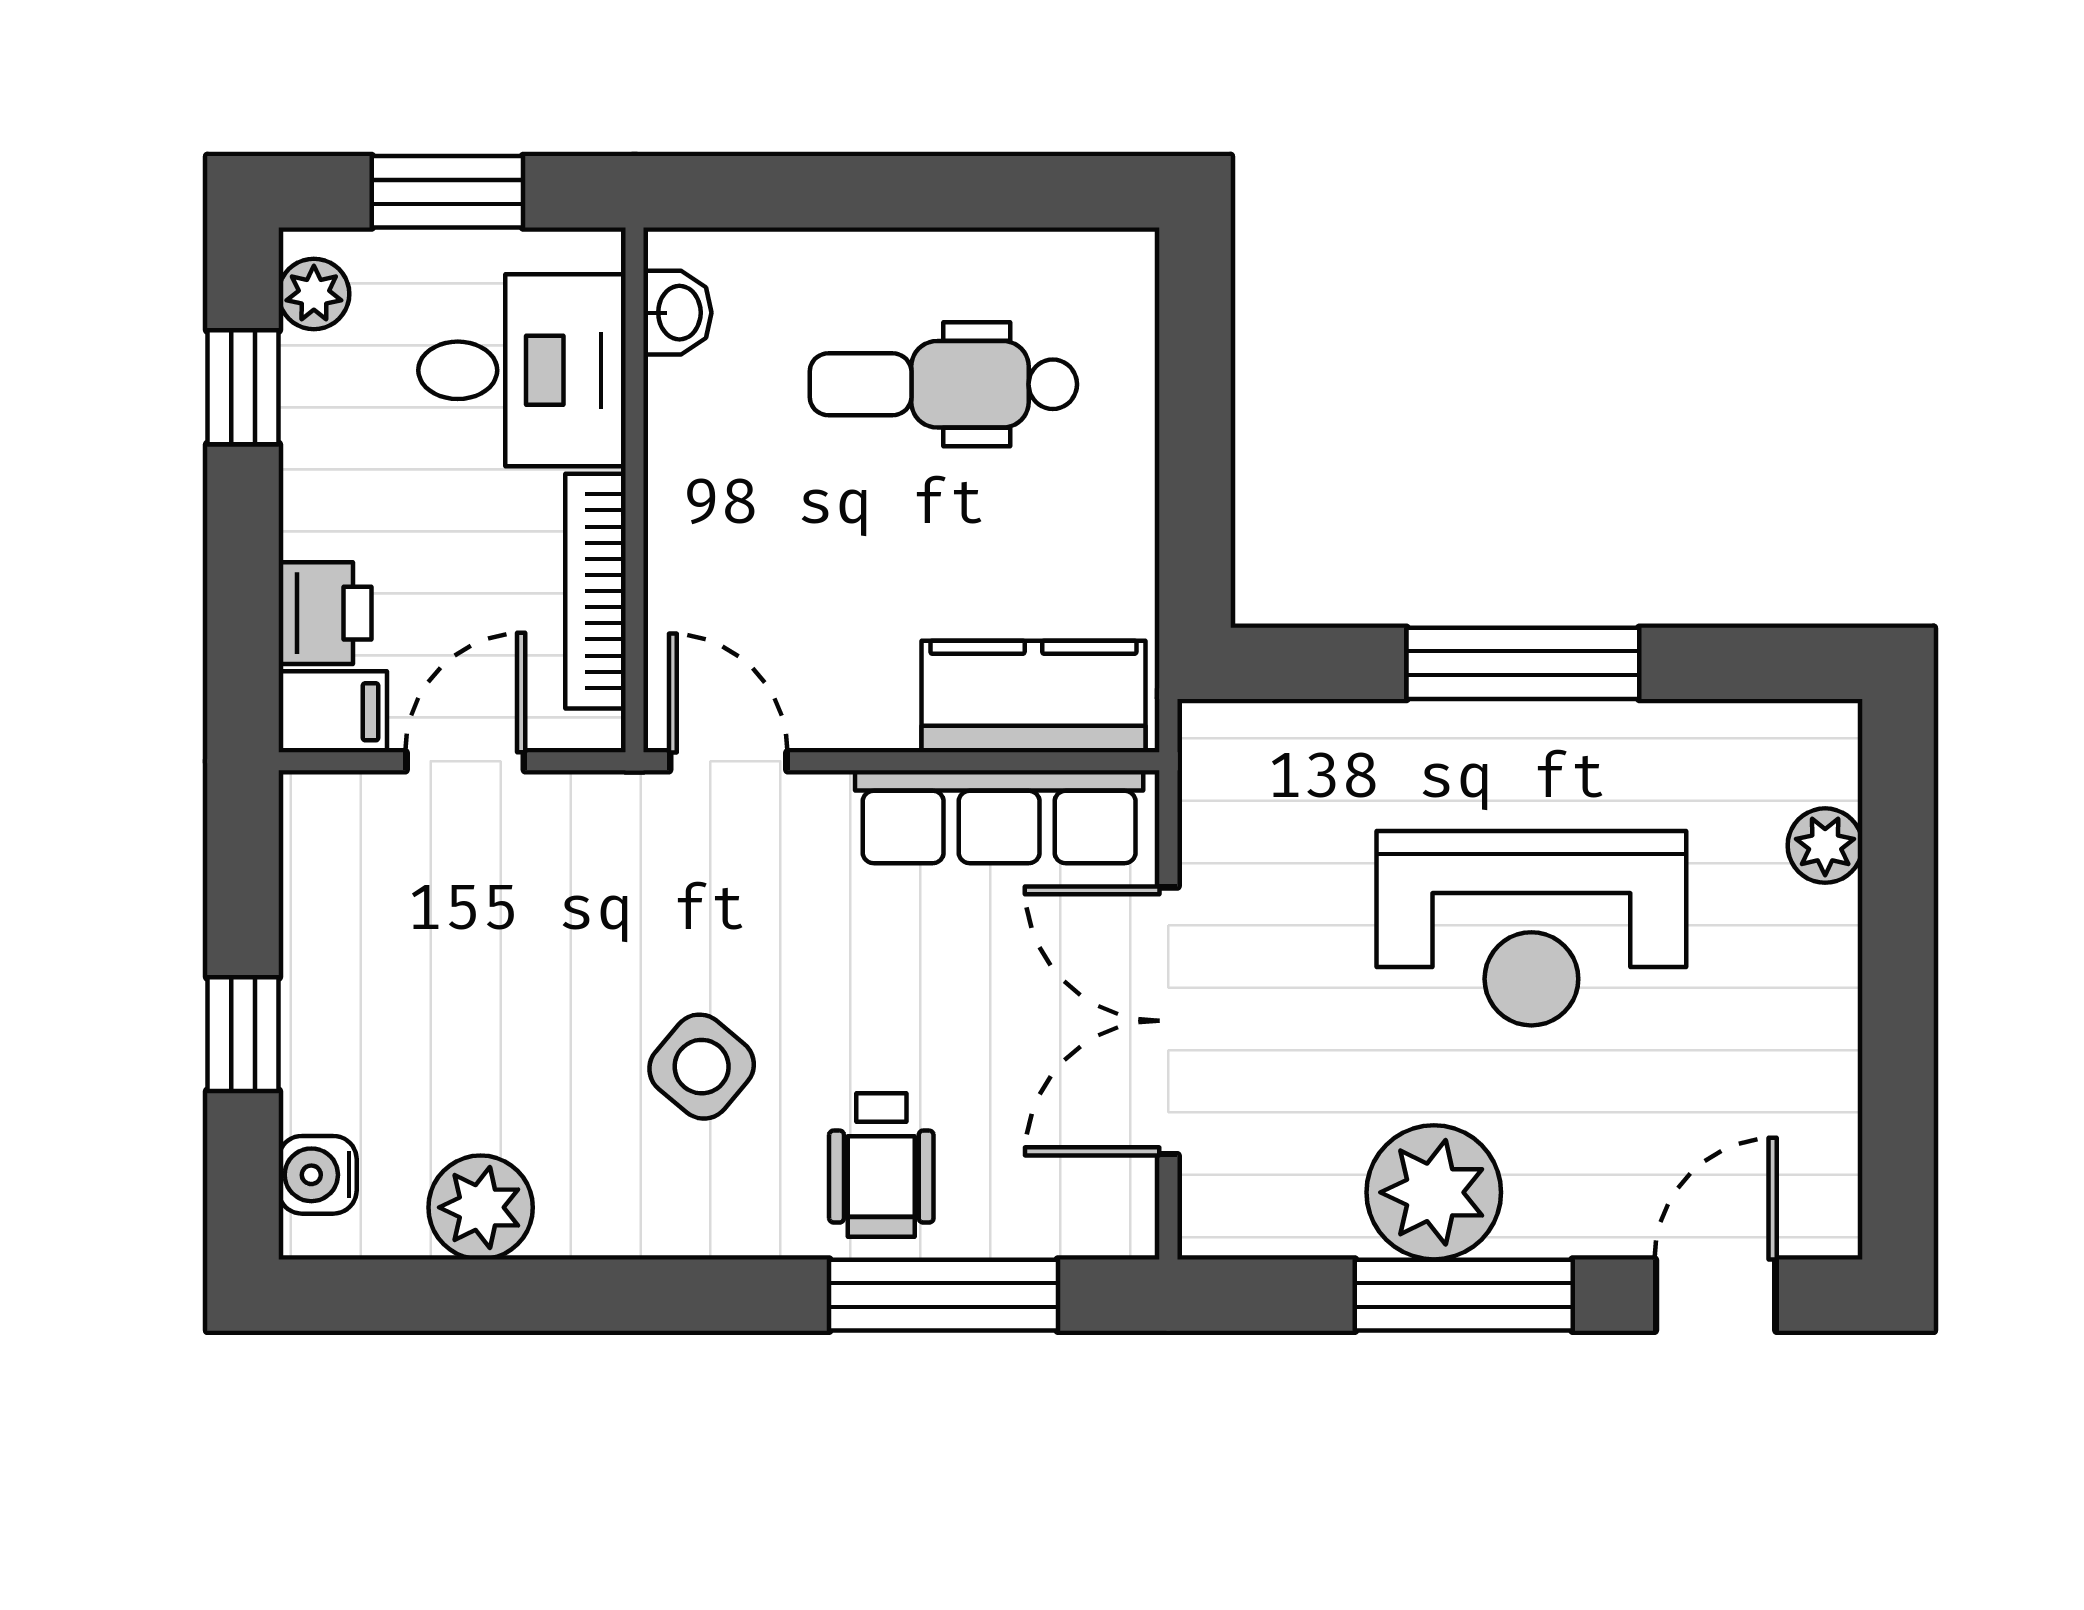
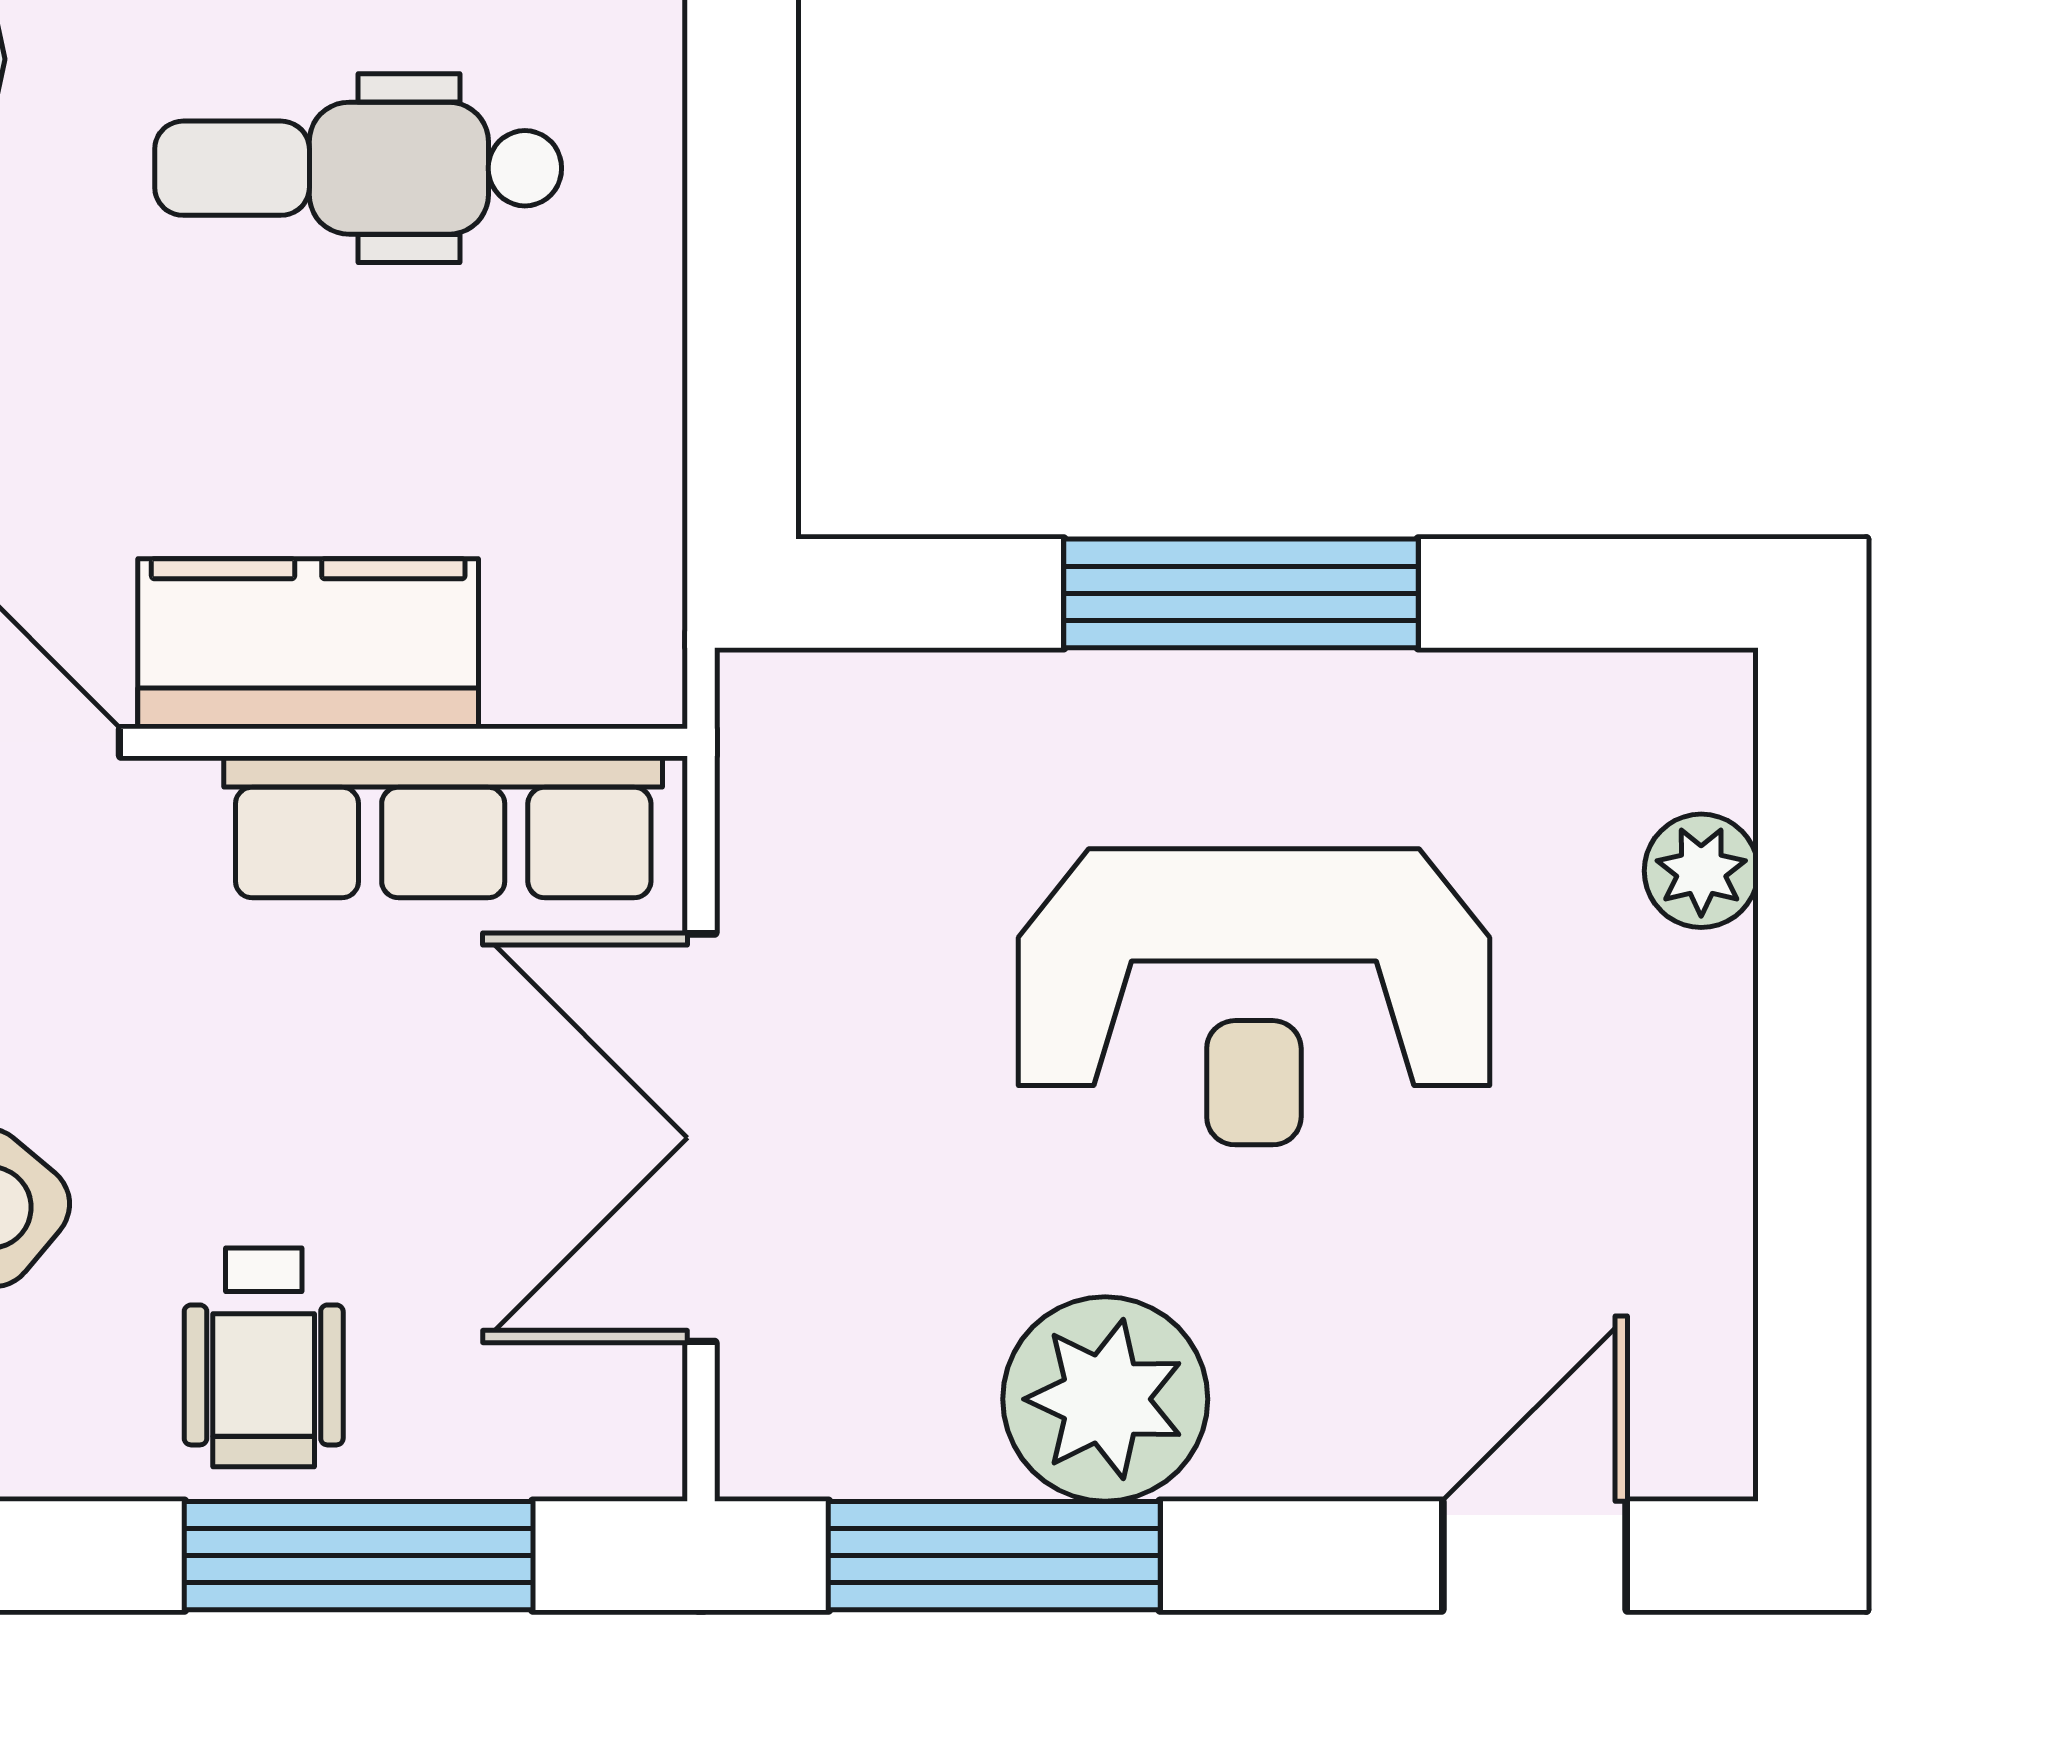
kitchen counter: (1033, 696) -> (308, 644), moved
window: (1464, 1295) -> (994, 1556), moved

